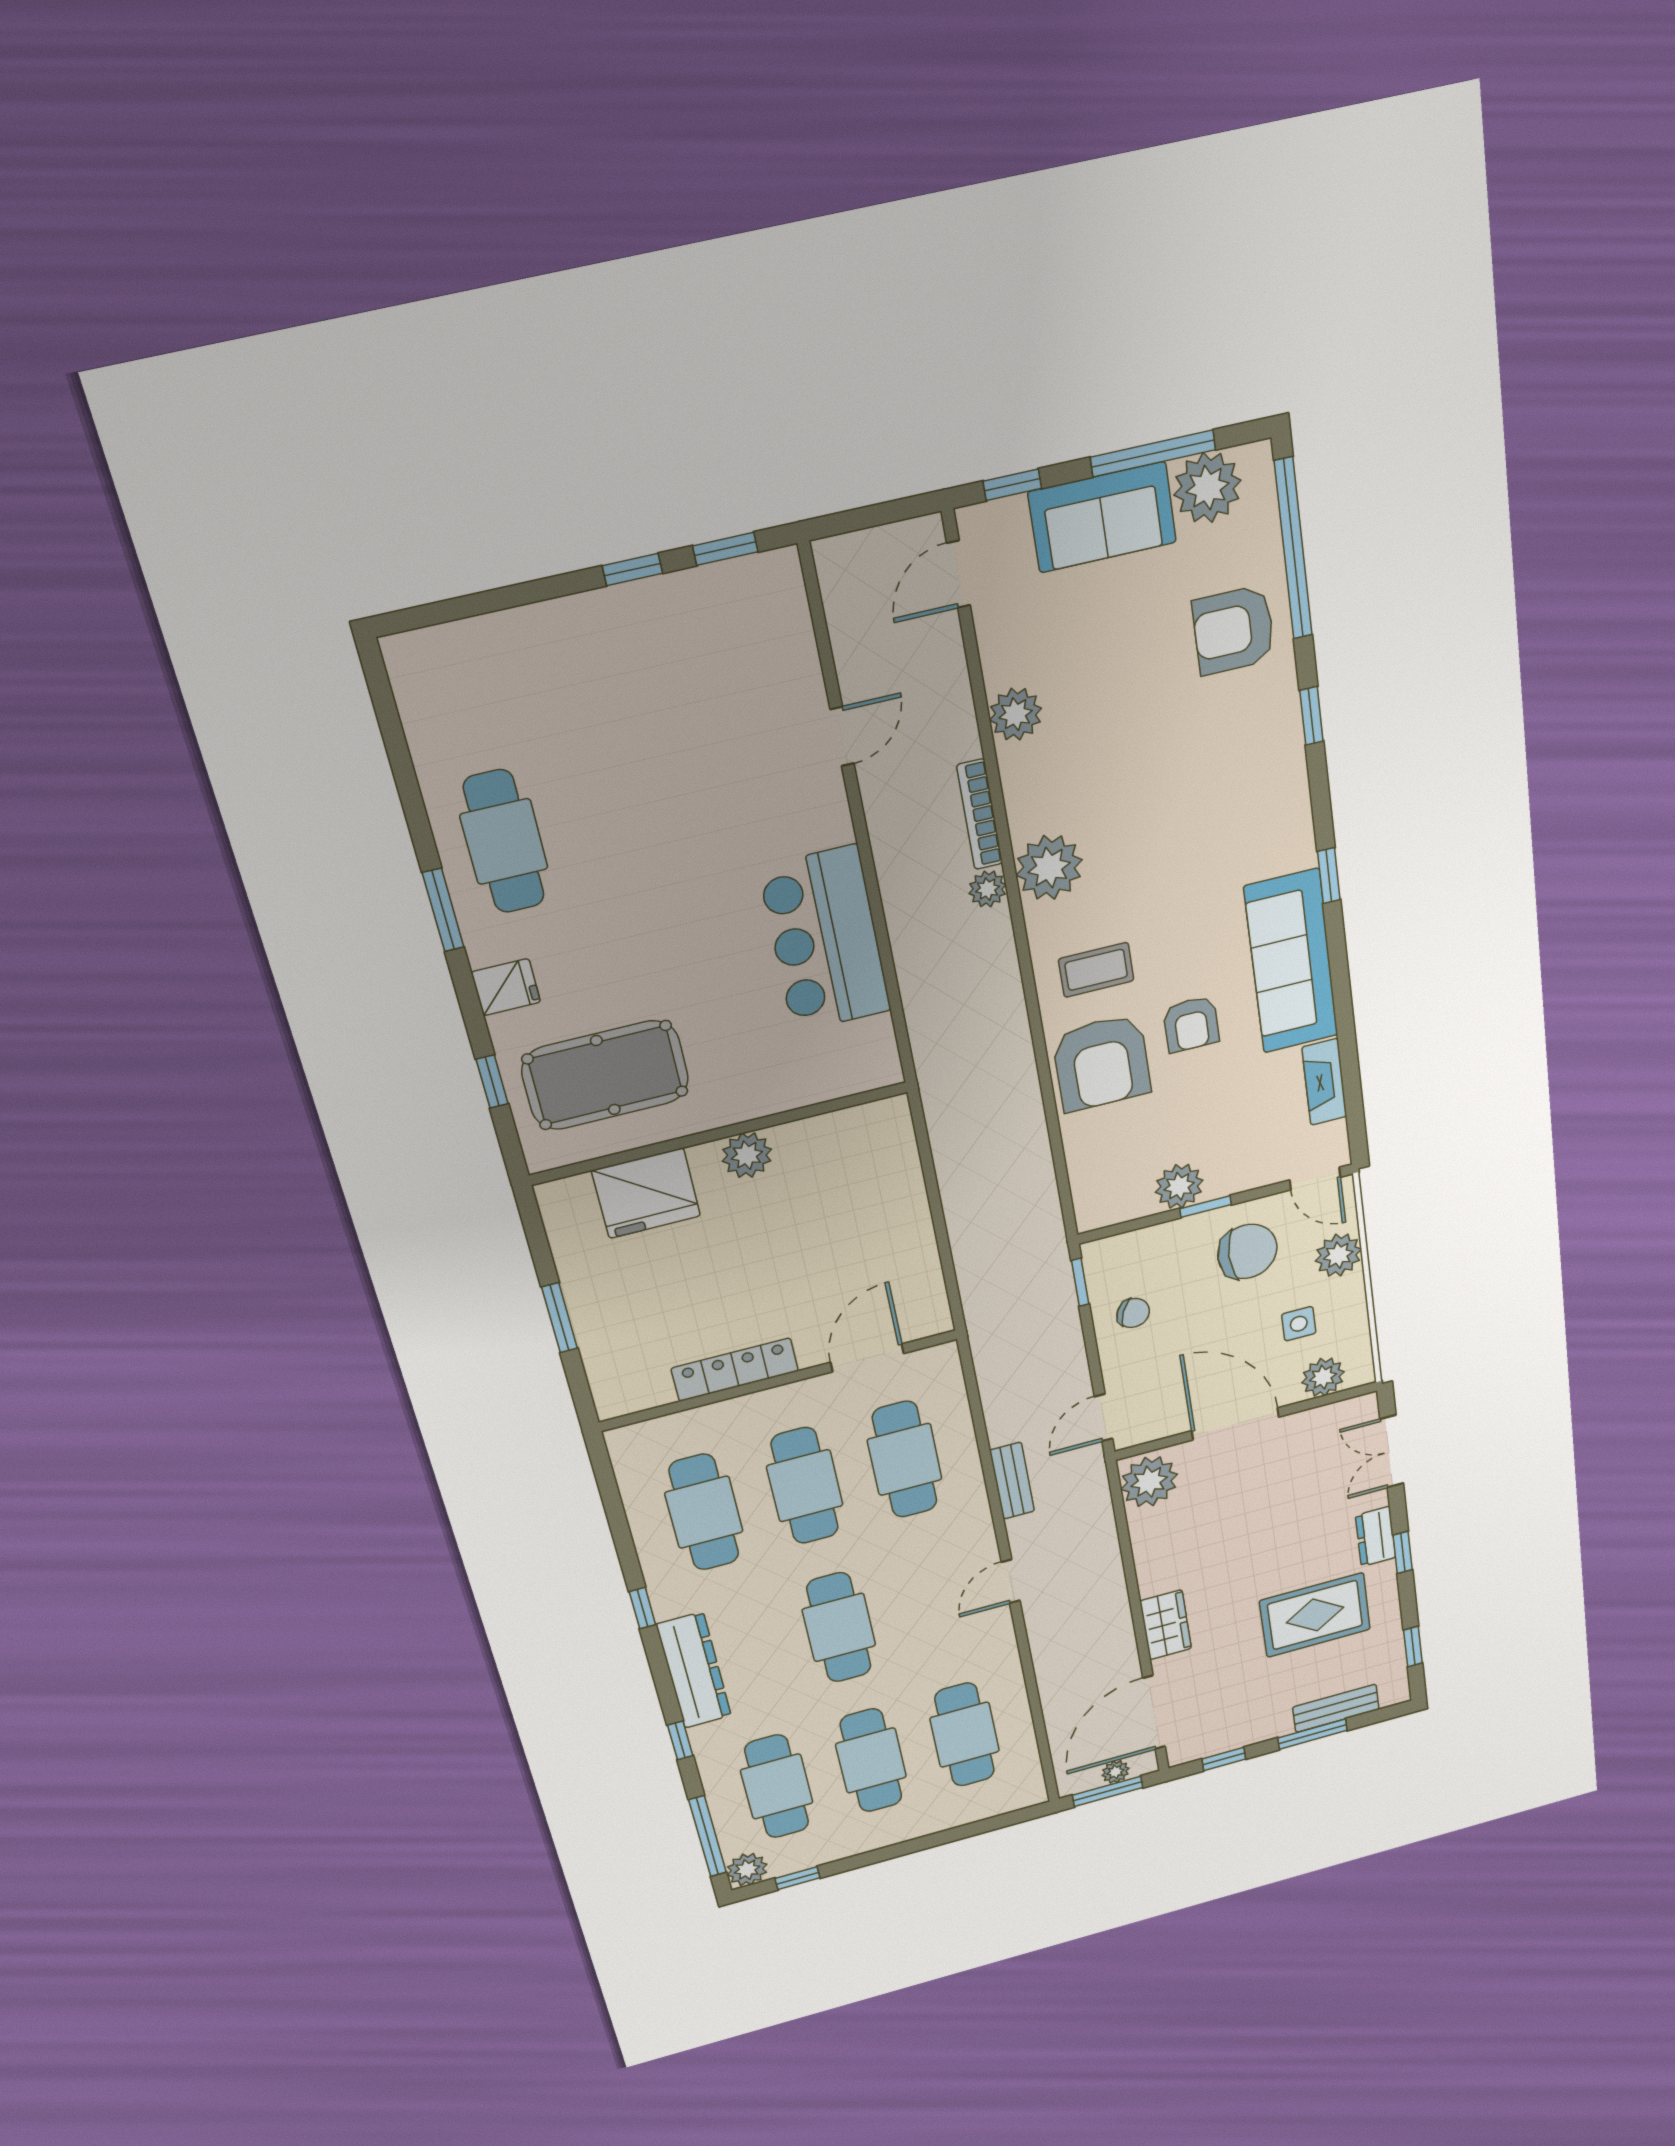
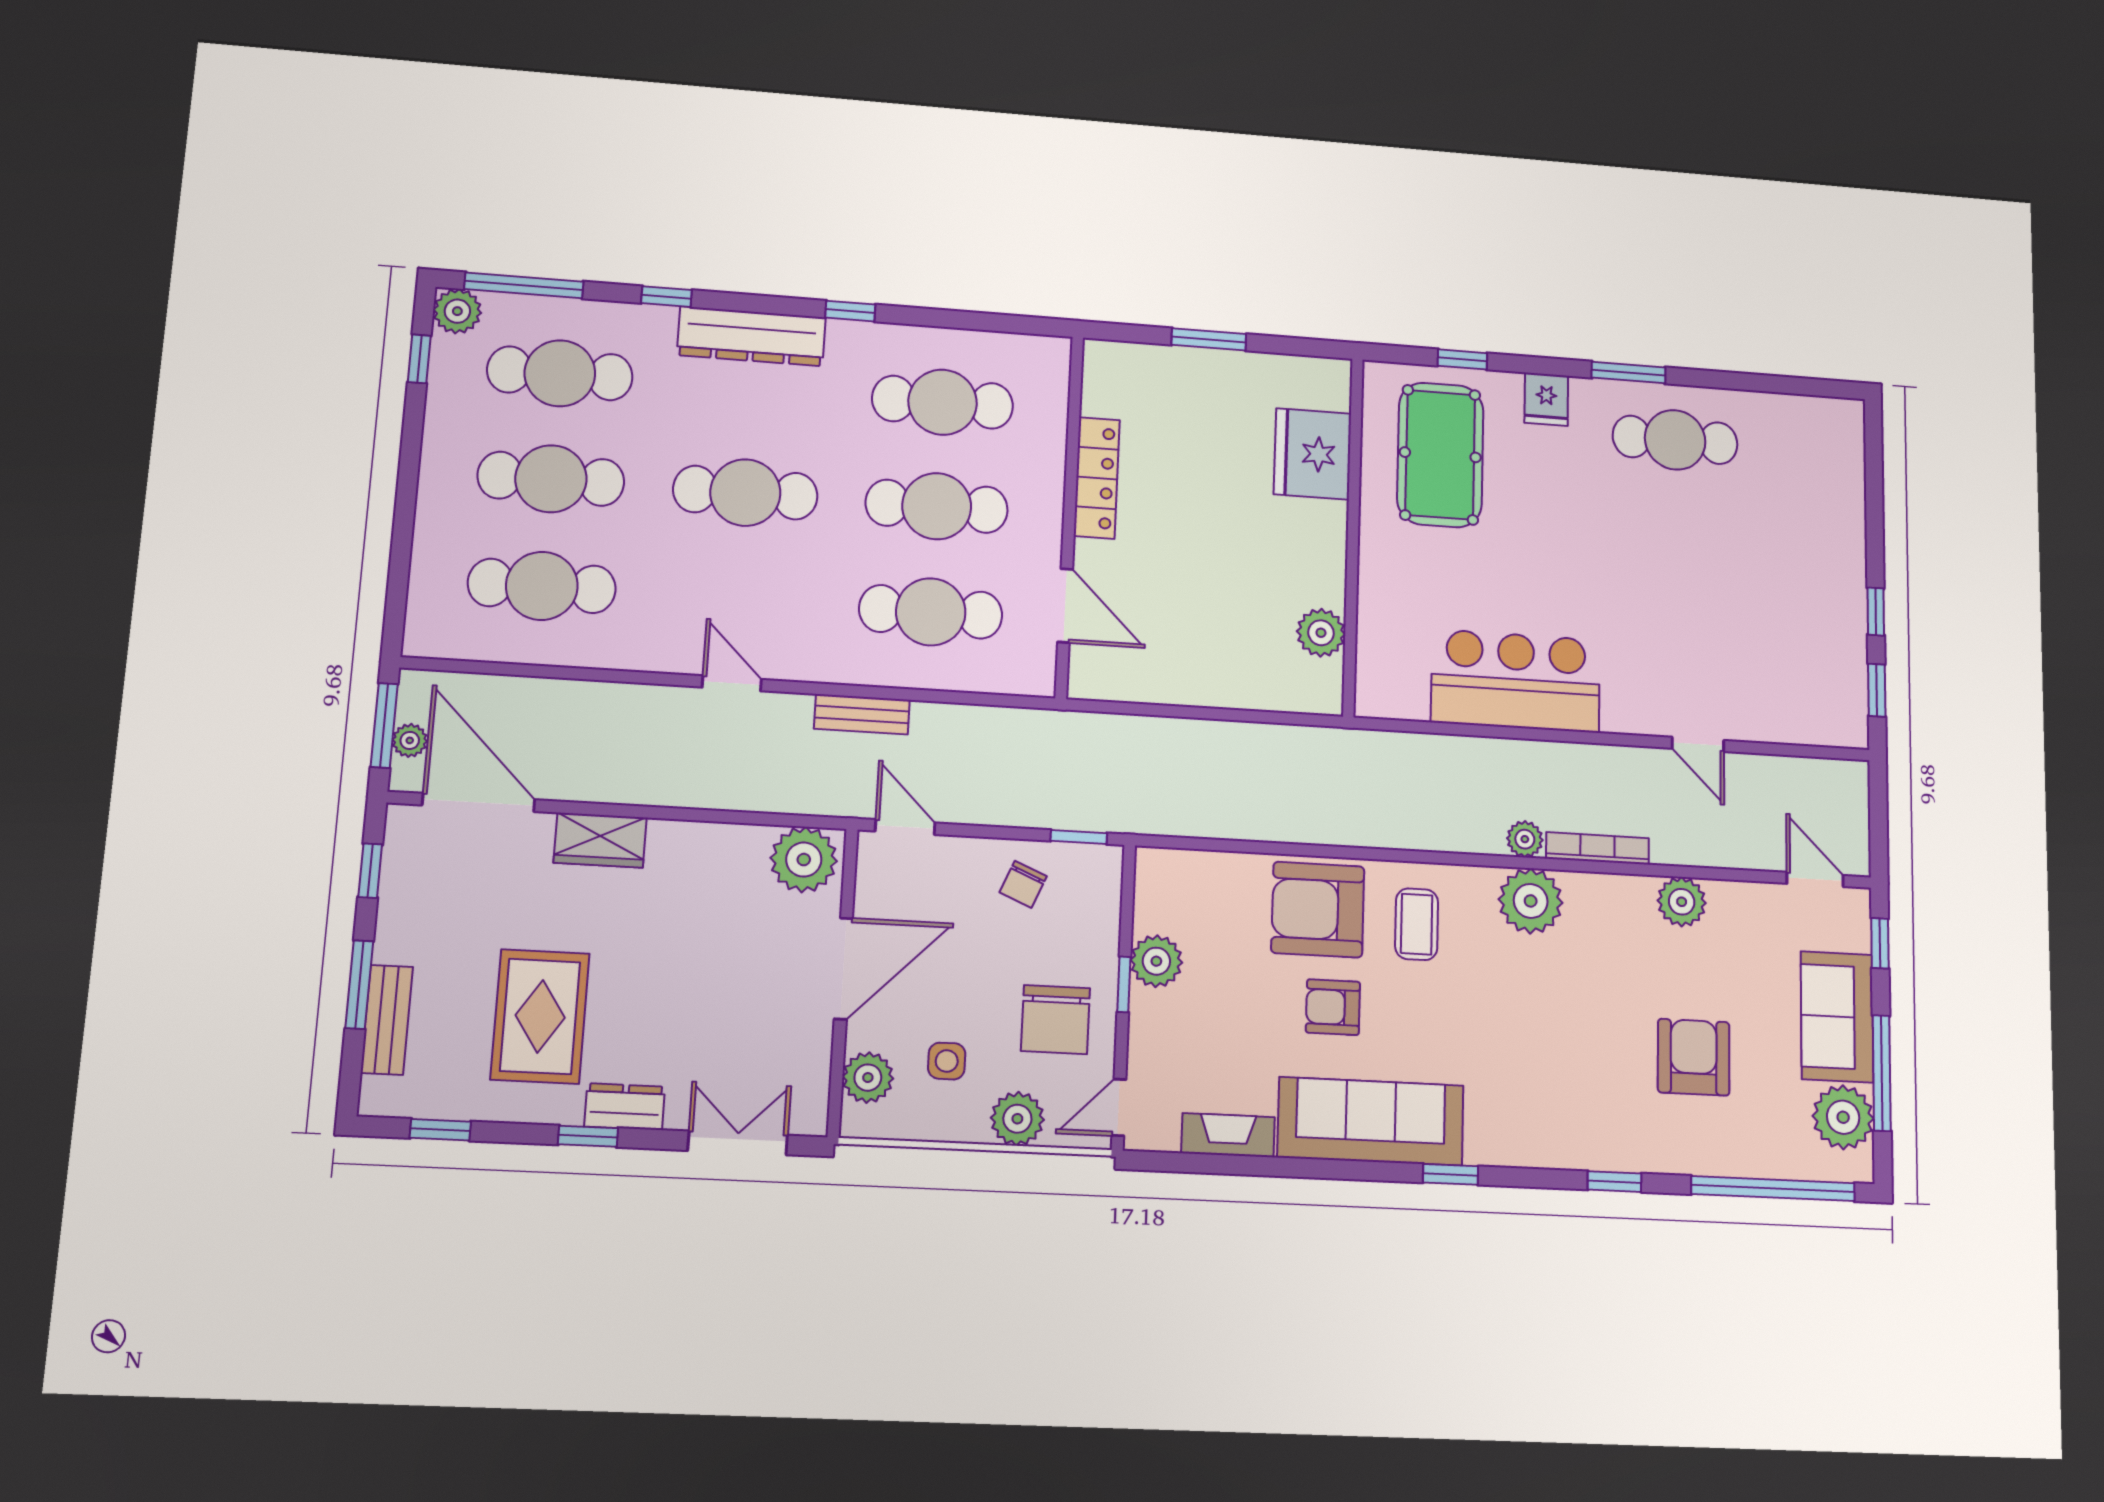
armchair: (1234, 630) -> (1694, 1057), moved
plant: (747, 1155) -> (1321, 633), moved

